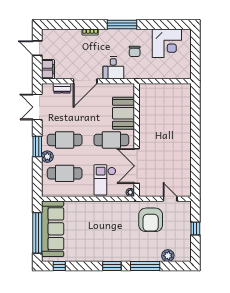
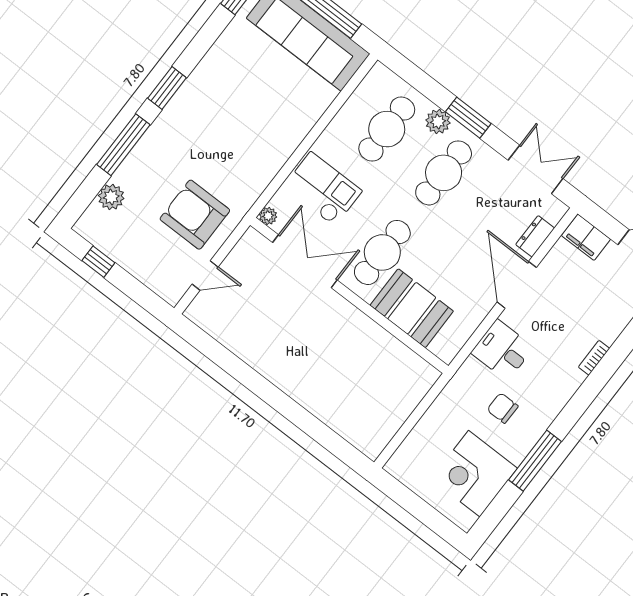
window: (122, 25) -> (535, 461), moved
window: (195, 228) -> (98, 262), moved

